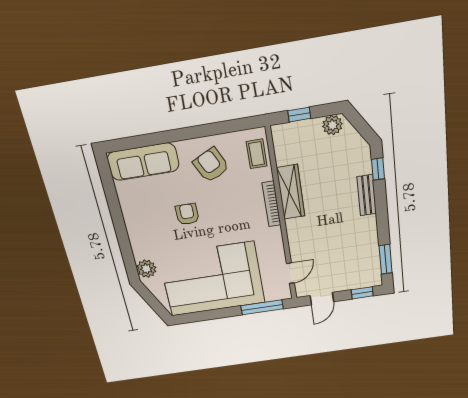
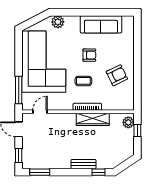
plant: (332, 125) -> (128, 122), moved
coffee table: (257, 154) -> (83, 81), moved
sofa: (143, 162) -> (101, 24), moved, turned -90
door: (290, 273) -> (40, 112), swing flipped

